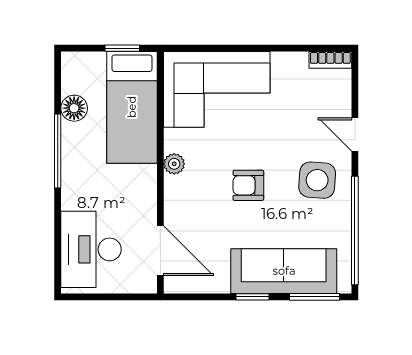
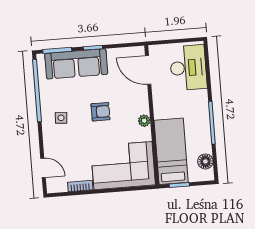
bookcase: (330, 60) -> (80, 186), moved
floor lamp: (74, 108) -> (205, 161), moved
door: (355, 134) -> (43, 168), moved
side table: (317, 180) -> (61, 118), width x0.54, depth x0.54

